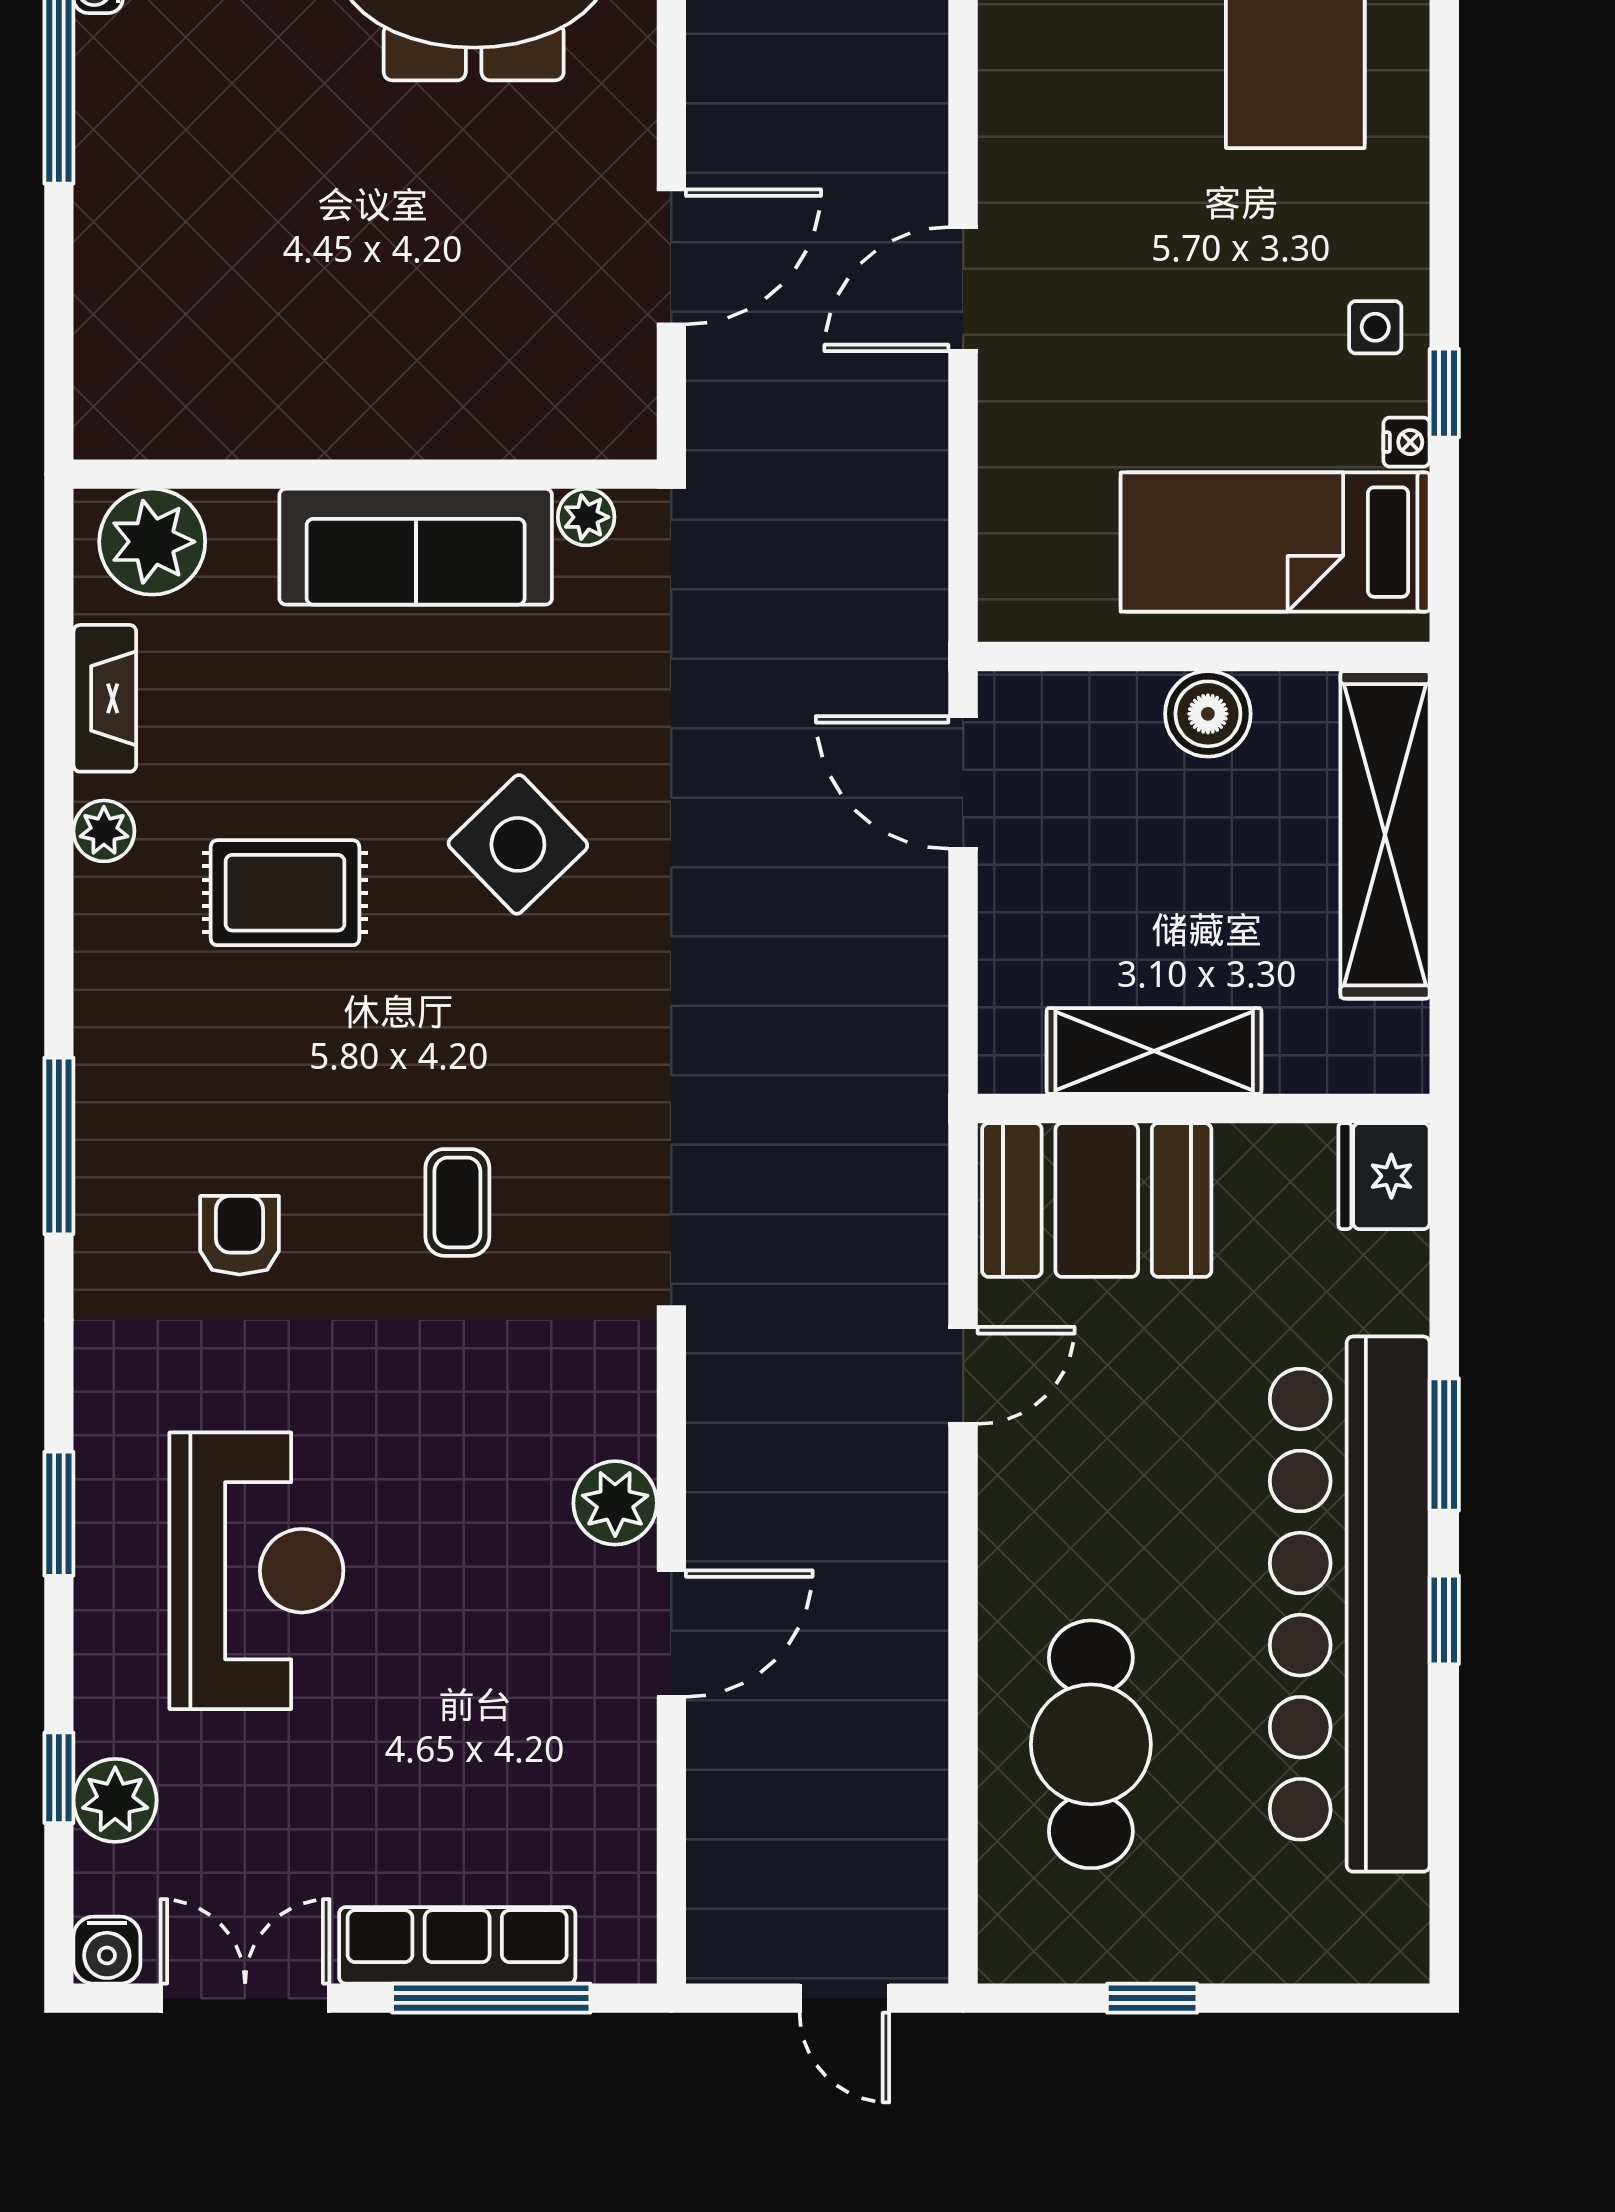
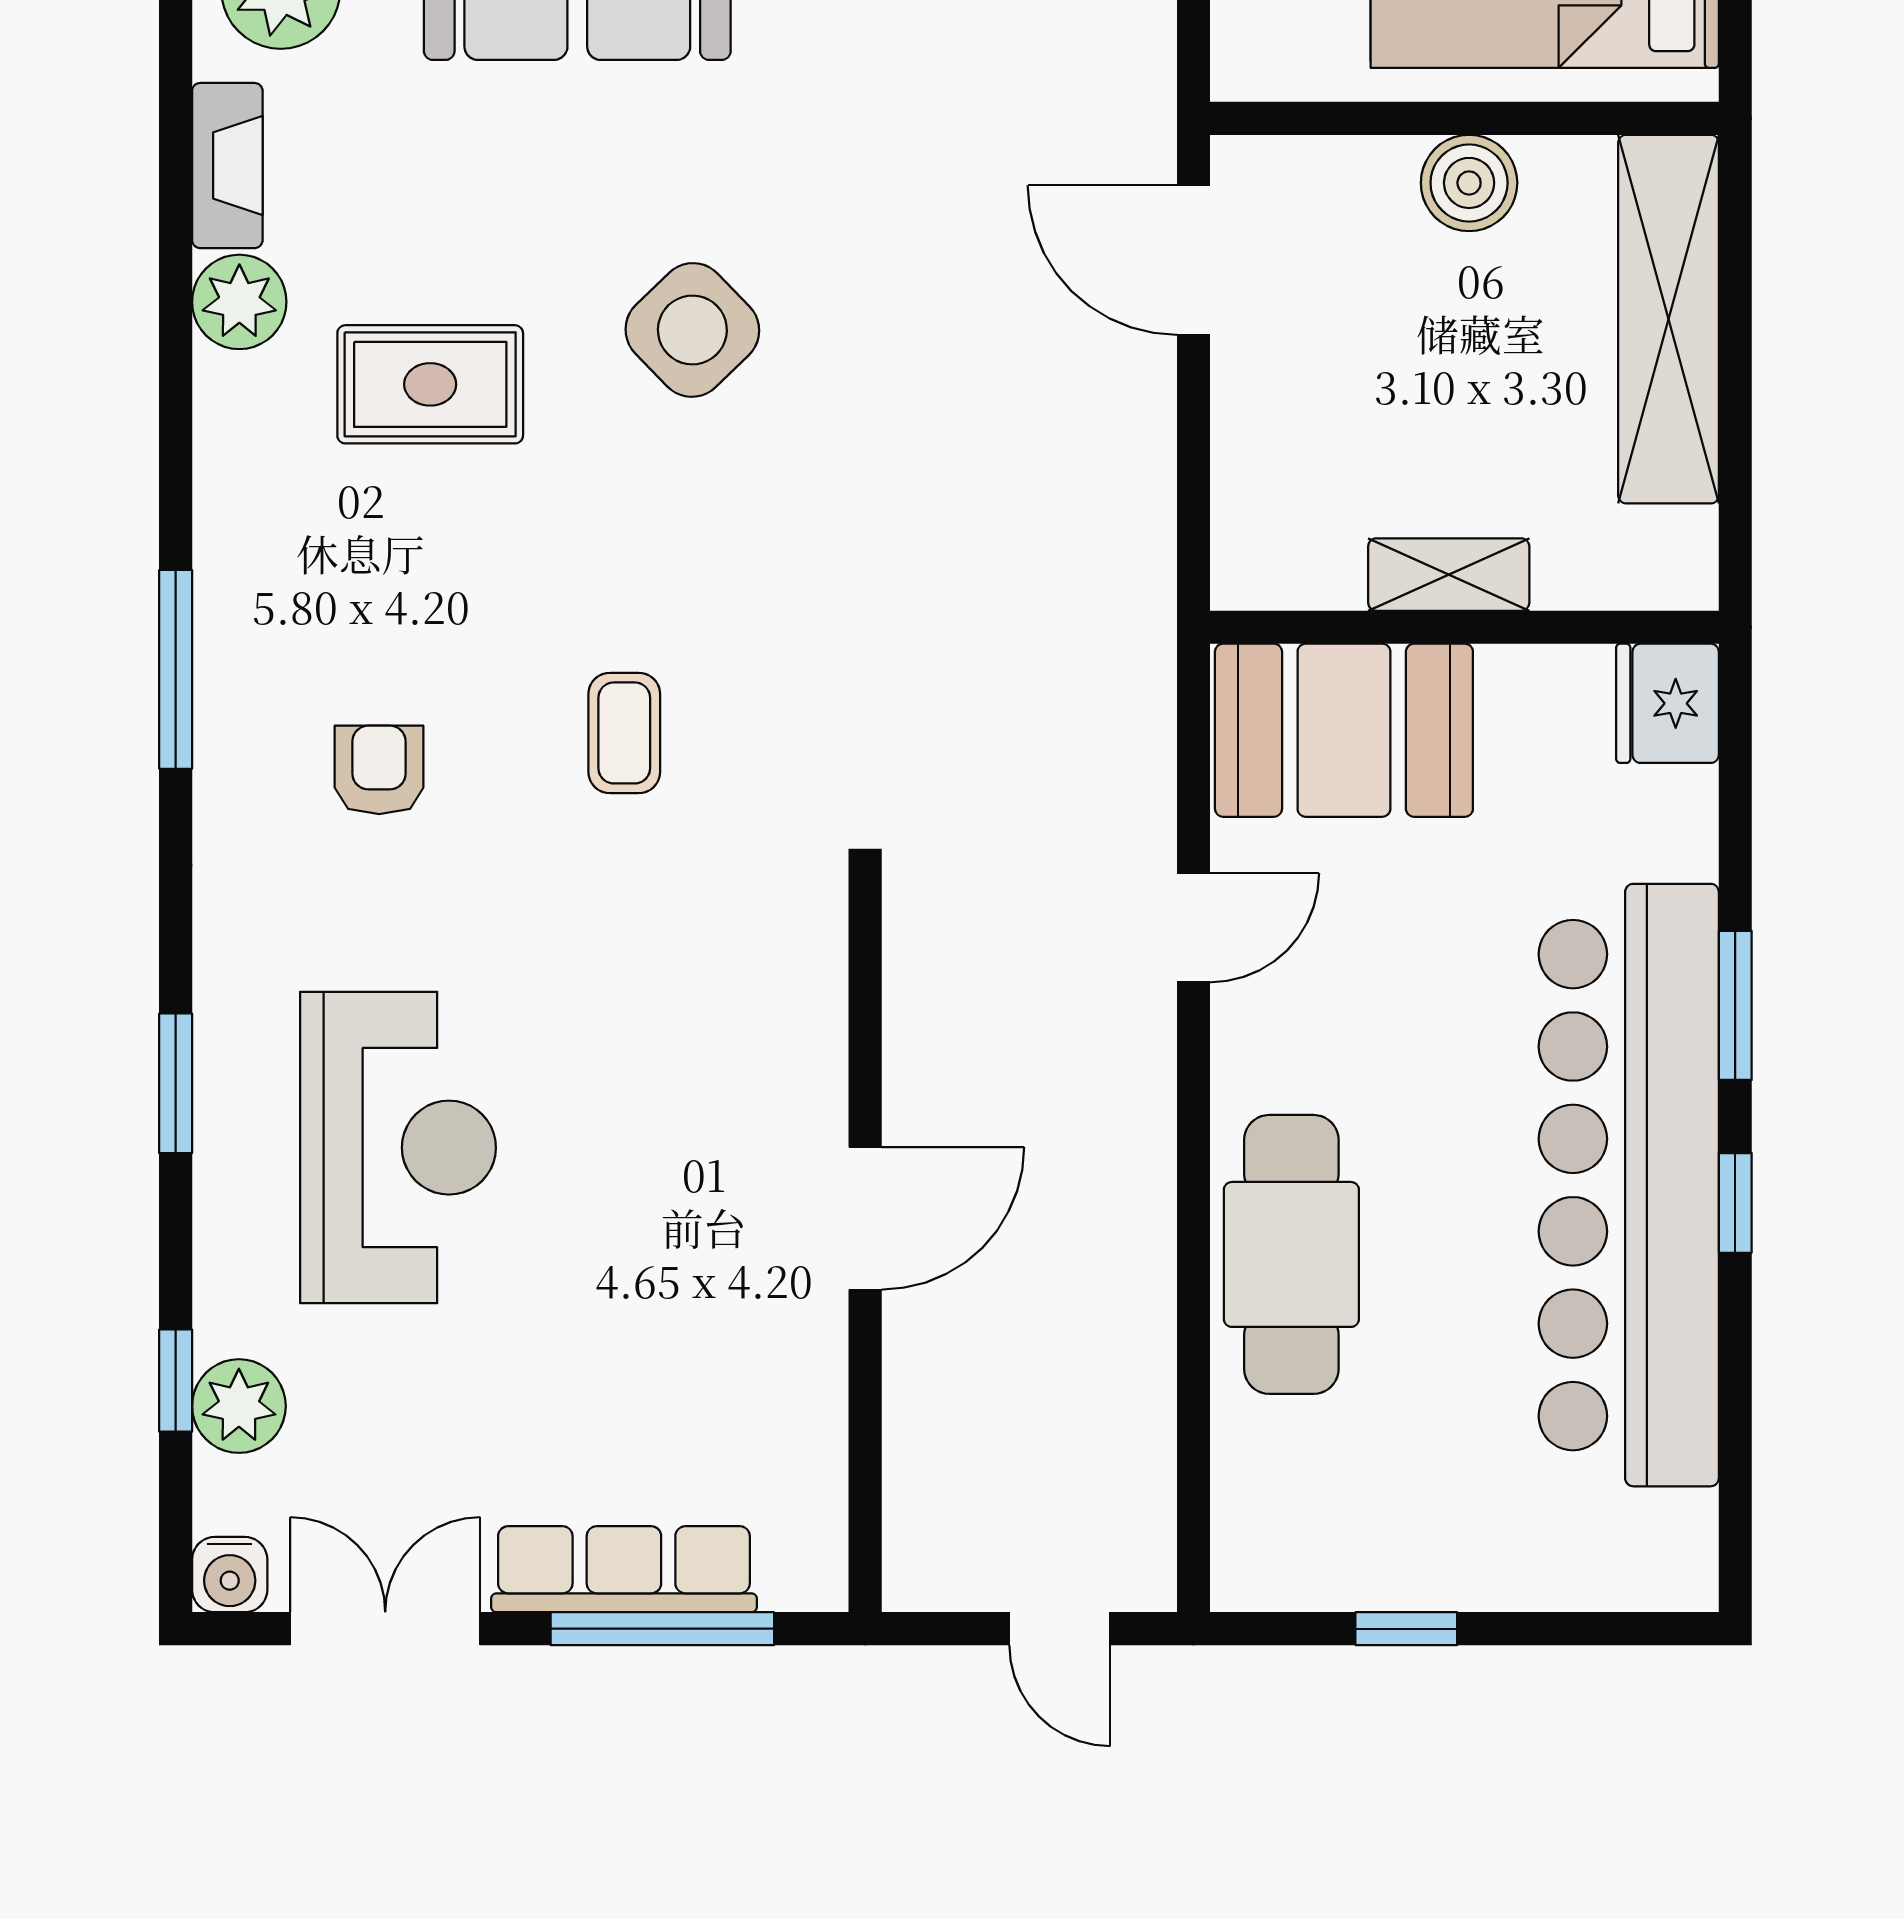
plant: (104, 831) -> (239, 302), width x1.38, depth x1.38
shelving: (1154, 1051) -> (1449, 575), width x0.67, depth x0.75
plant: (615, 1503) -> (802, 1071), removed
cafe table: (1091, 1744) -> (1291, 1254), moved

